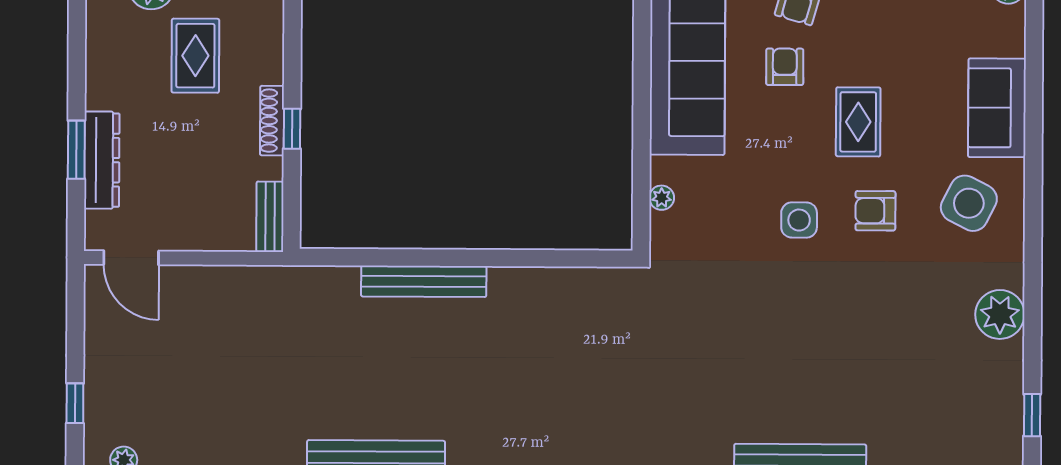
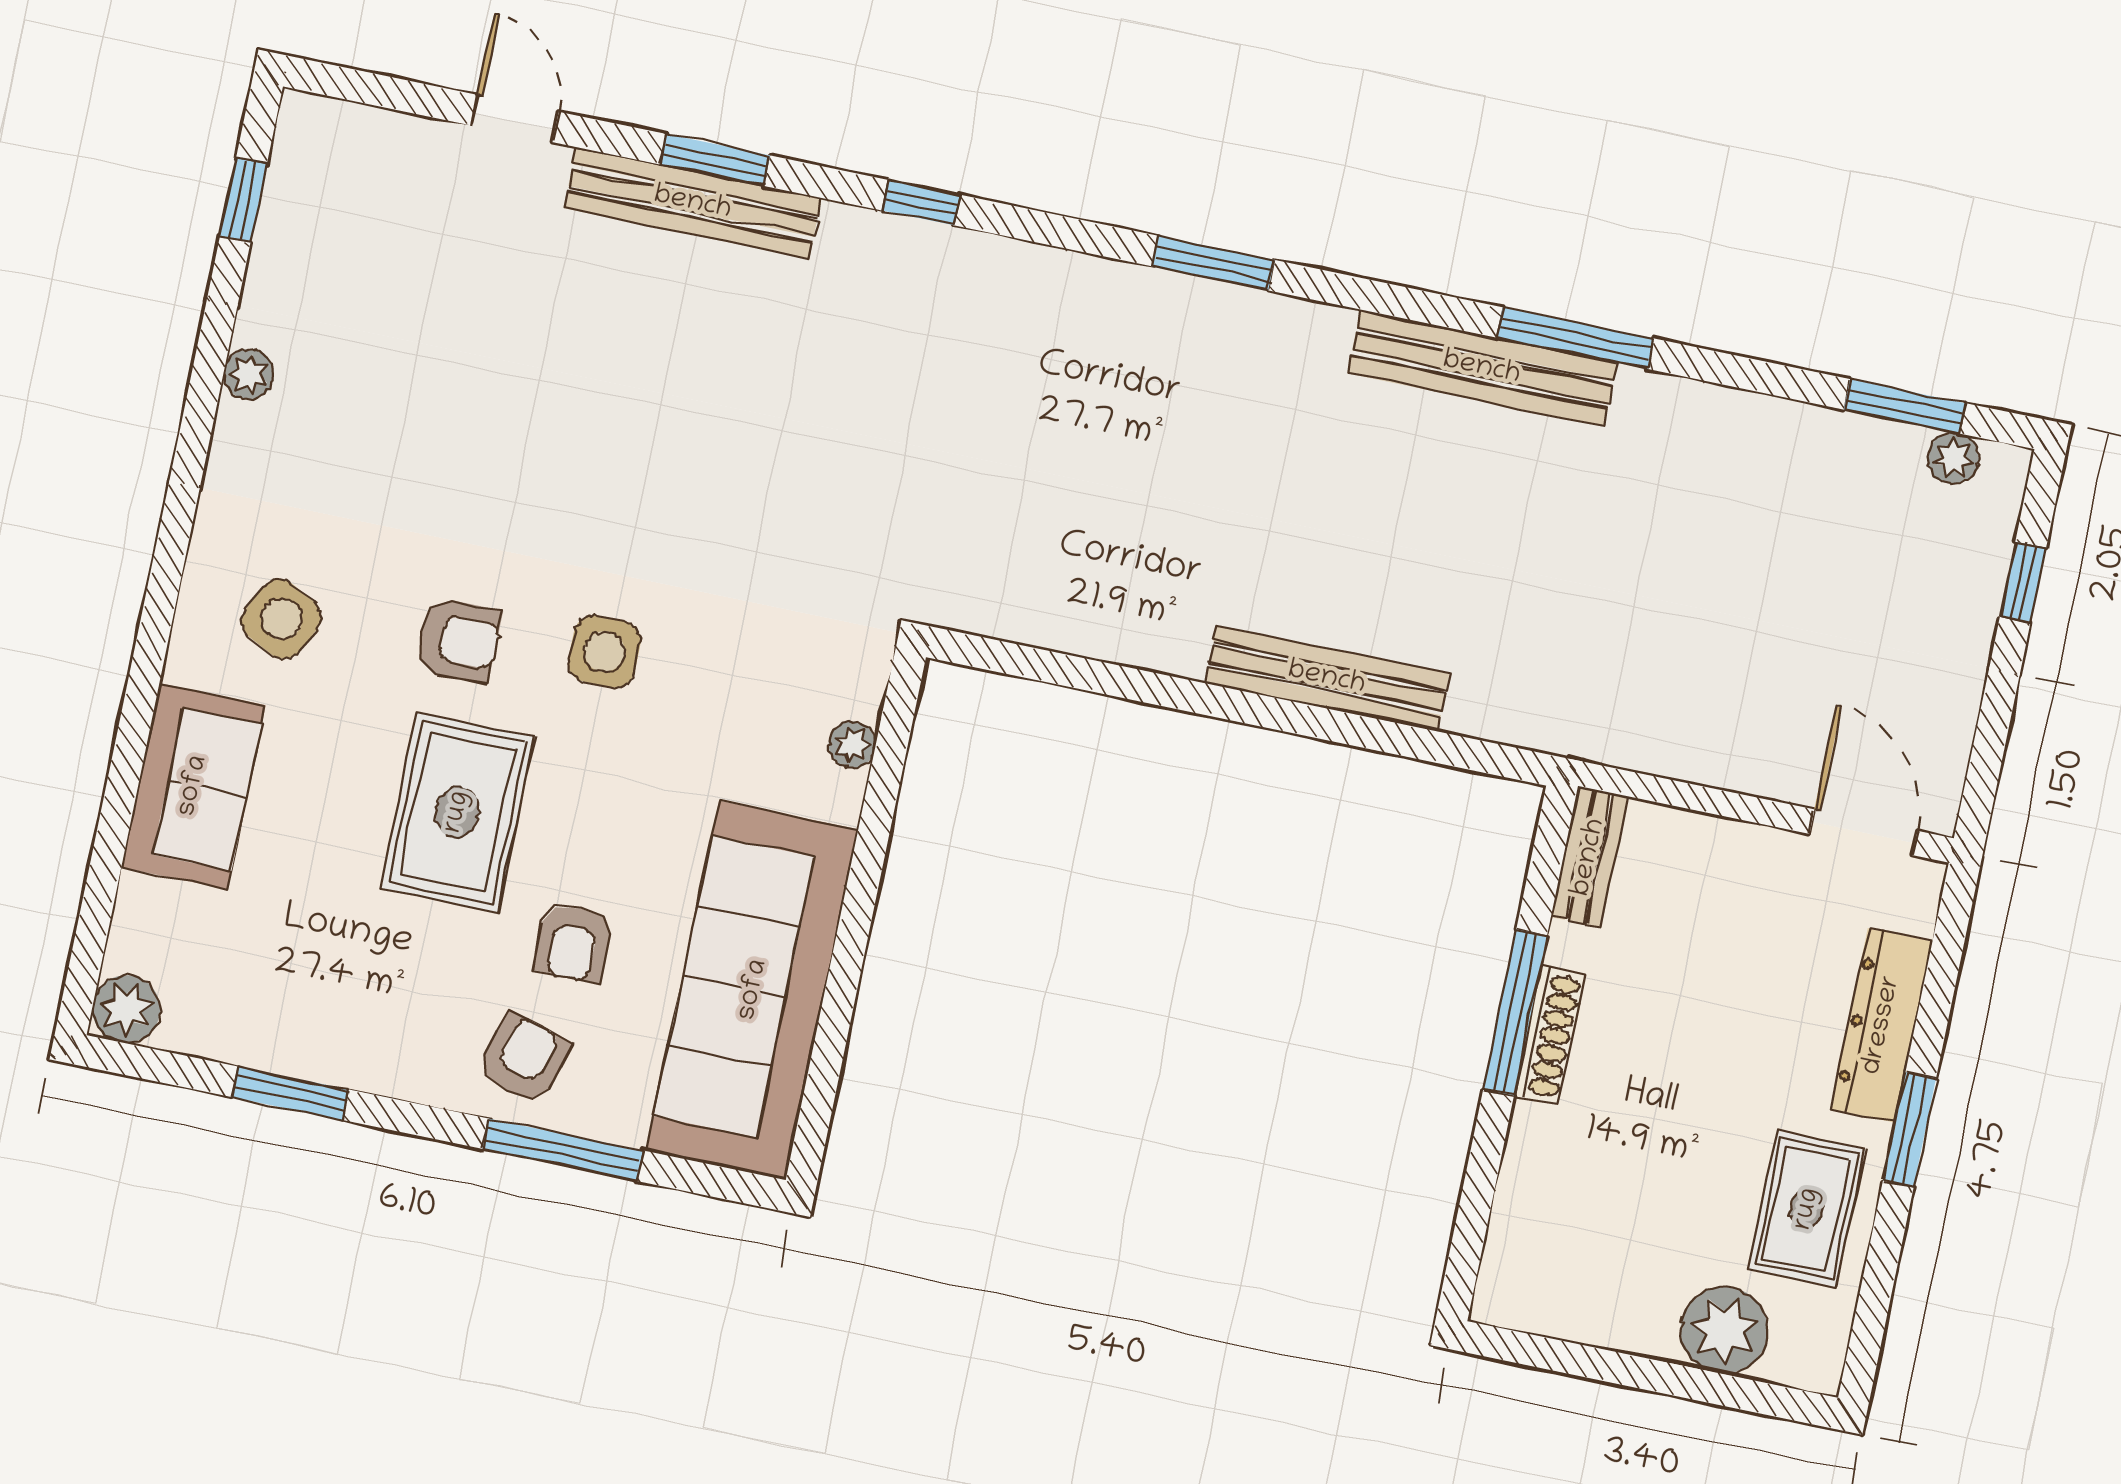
rug: (195, 56) -> (1807, 1209), moved
rug: (858, 122) -> (457, 812), width x1.36, depth x1.43
window: (292, 129) -> (1515, 1012), width x2.17
window: (76, 150) -> (1910, 1129), moved
side table: (969, 203) -> (282, 619), width x0.73, depth x0.73
plant: (1000, 314) -> (249, 374), width x0.53, depth x0.53

